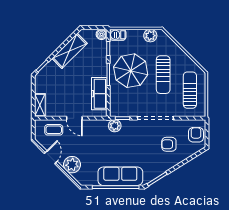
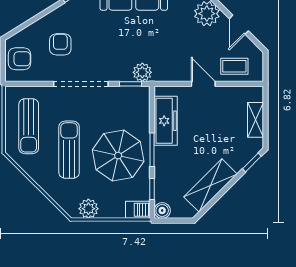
shelving: (40, 105) -> (255, 120), moved
armchair: (196, 135) -> (19, 59), turned -90
armchair: (169, 144) -> (60, 44), turned -90

